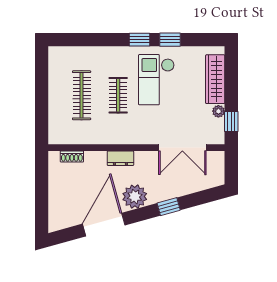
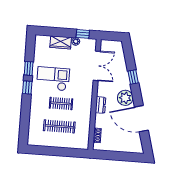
wardrobe: (215, 79) -> (61, 42), width x0.67
checkout: (156, 80) -> (53, 79), turned 180

